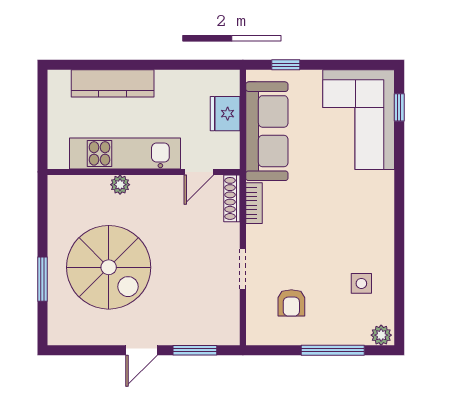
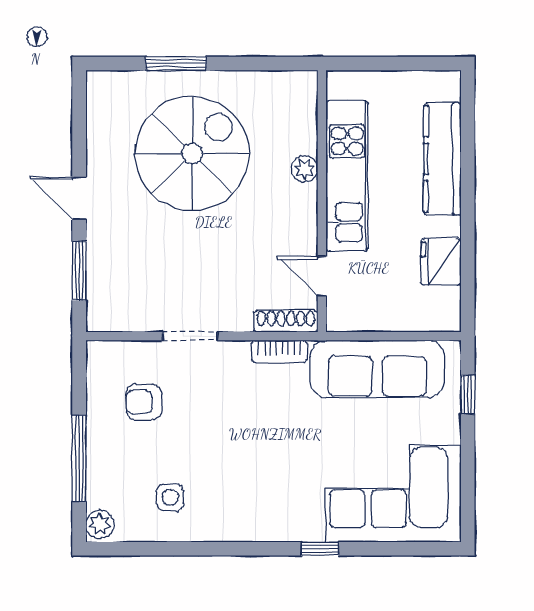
window: (399, 107) -> (320, 549), moved
fridge: (225, 114) -> (441, 262), moved, turned -90
spiral stairs: (109, 267) -> (192, 153), turned 180

